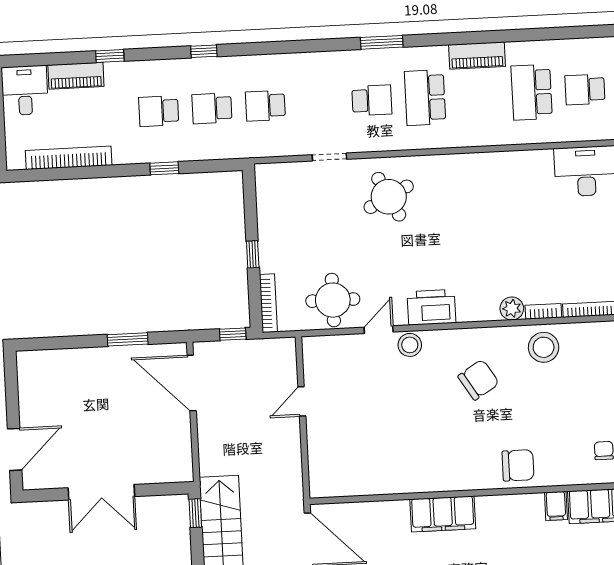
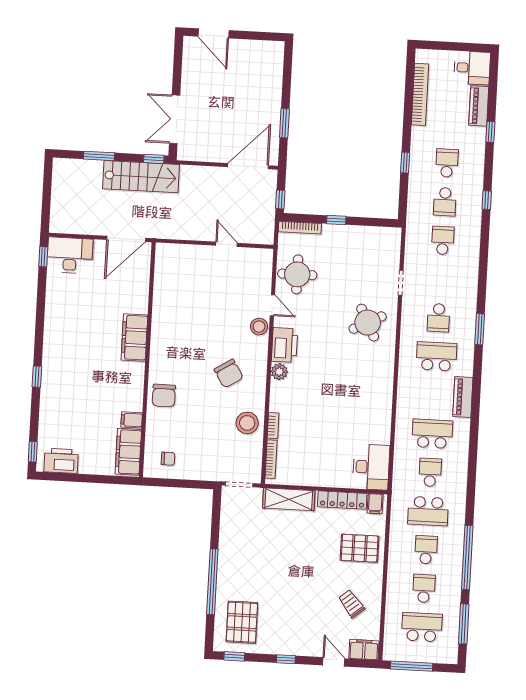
school desk: (212, 108) -> (445, 202), turned 180
plant: (512, 308) -> (279, 372), moved
double door: (101, 492) -> (175, 119), moved

